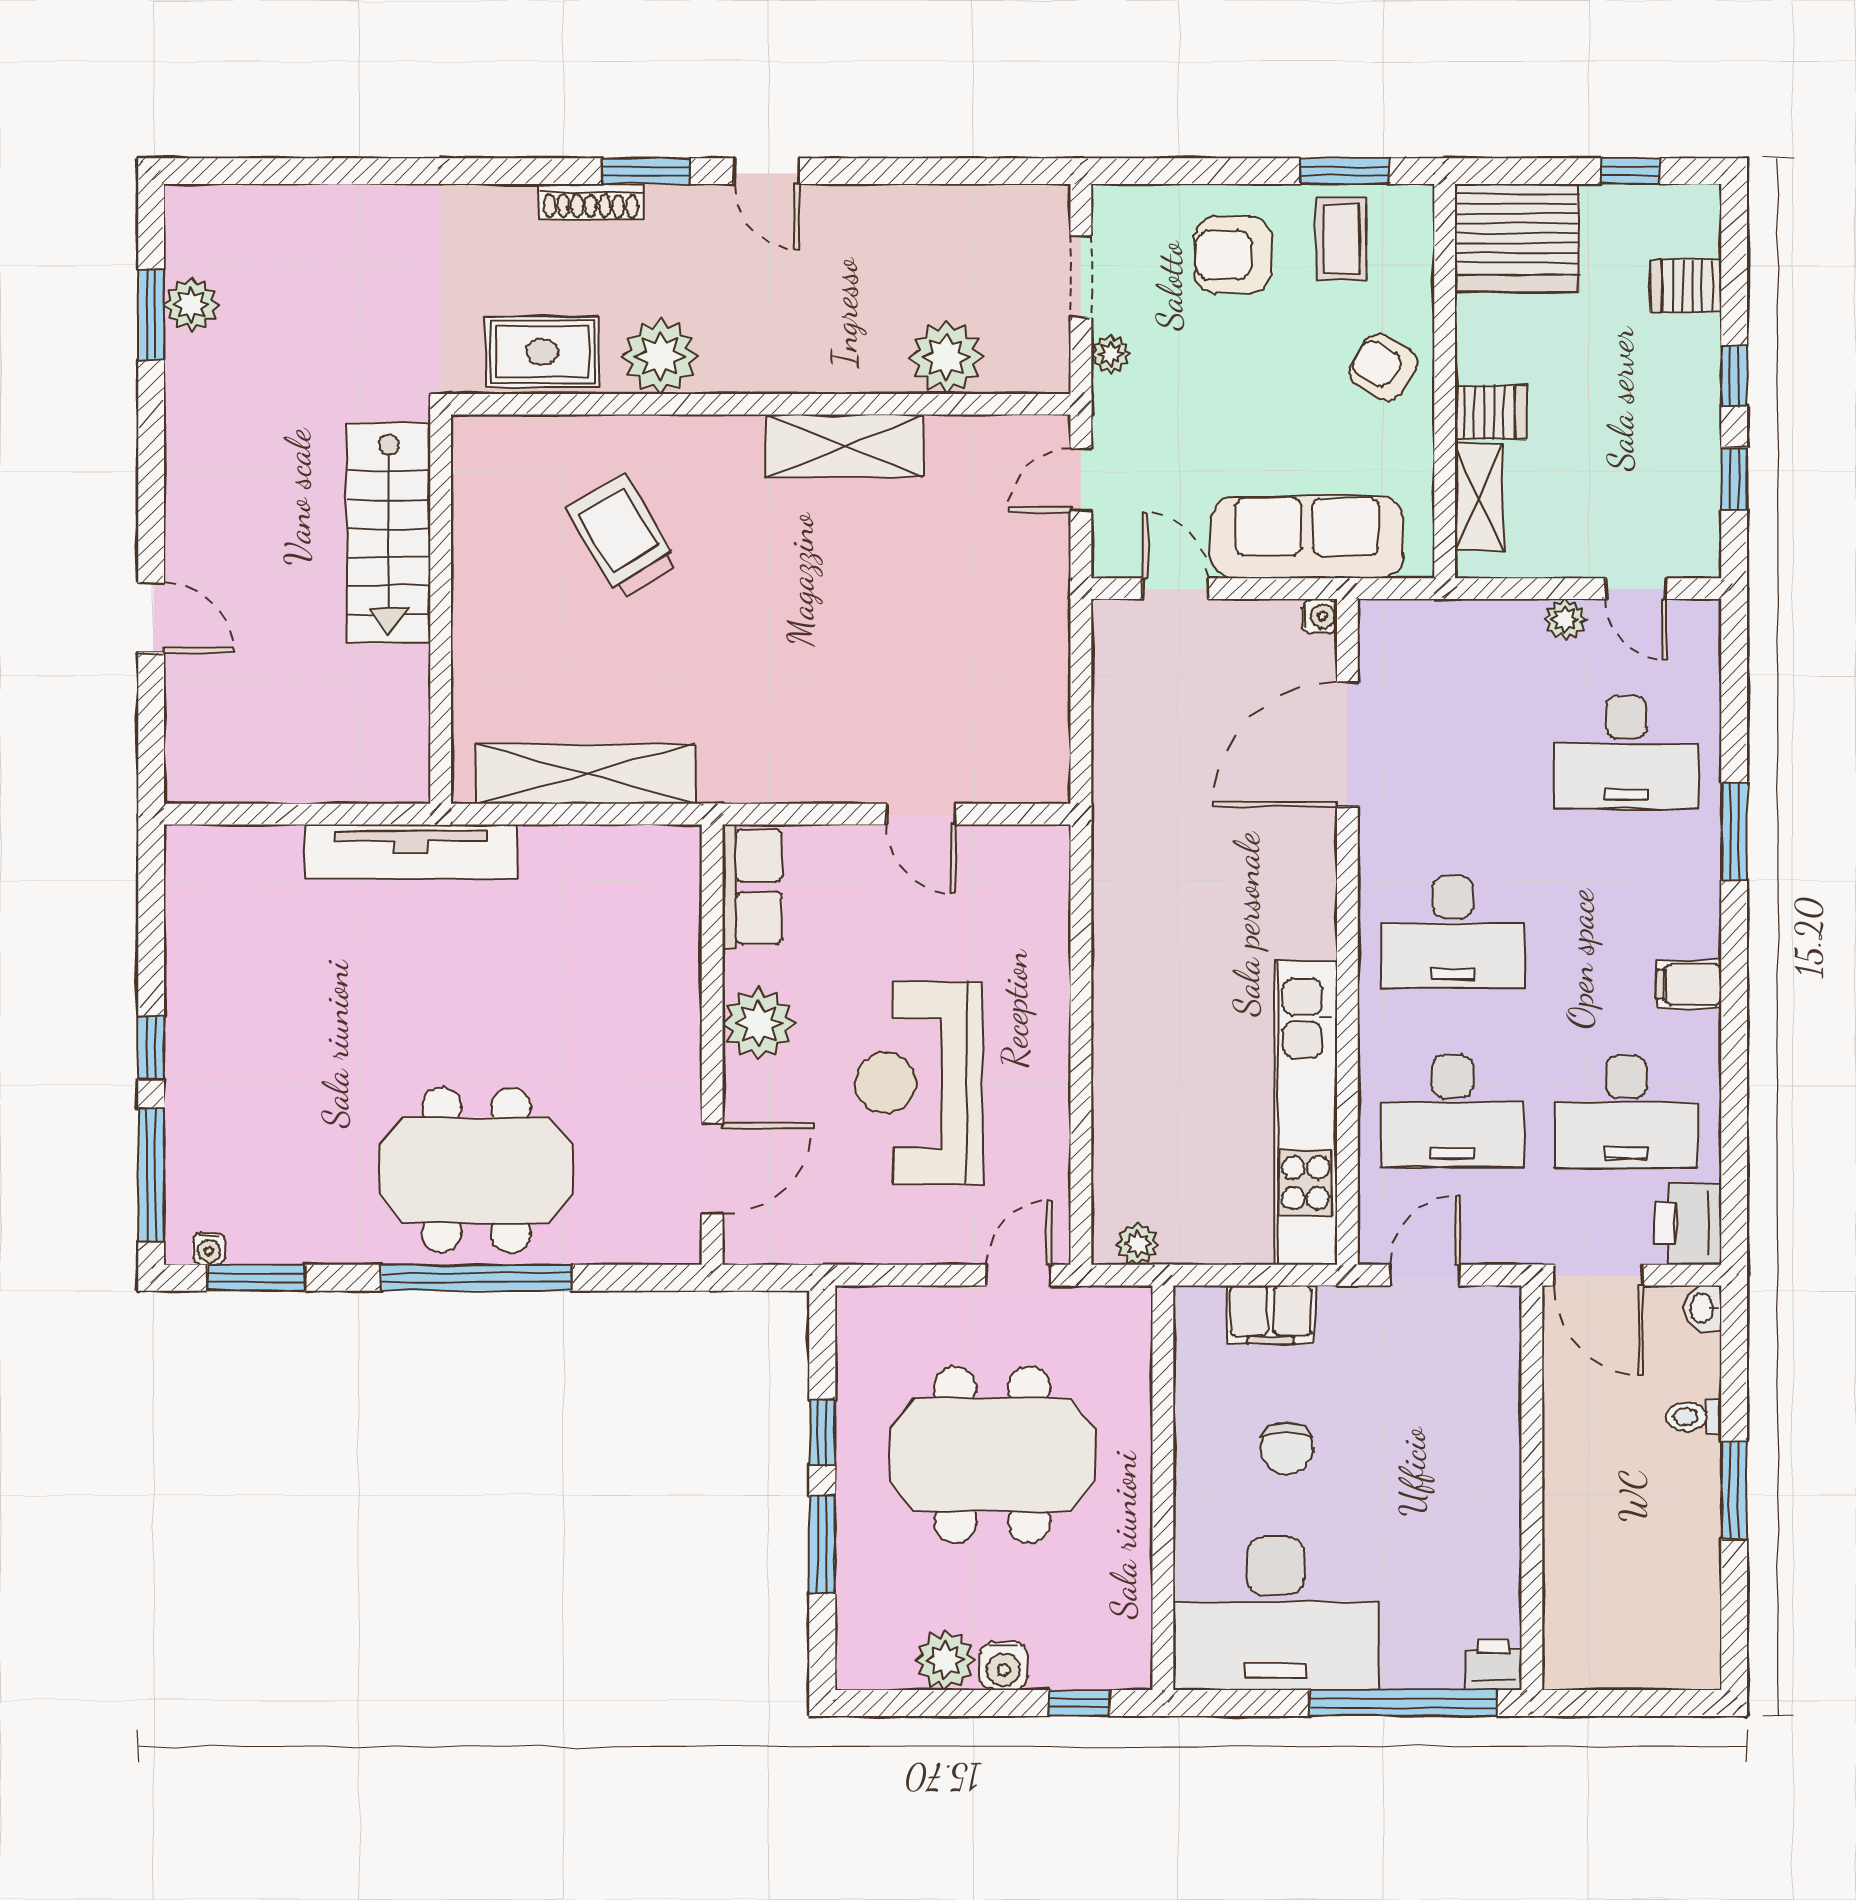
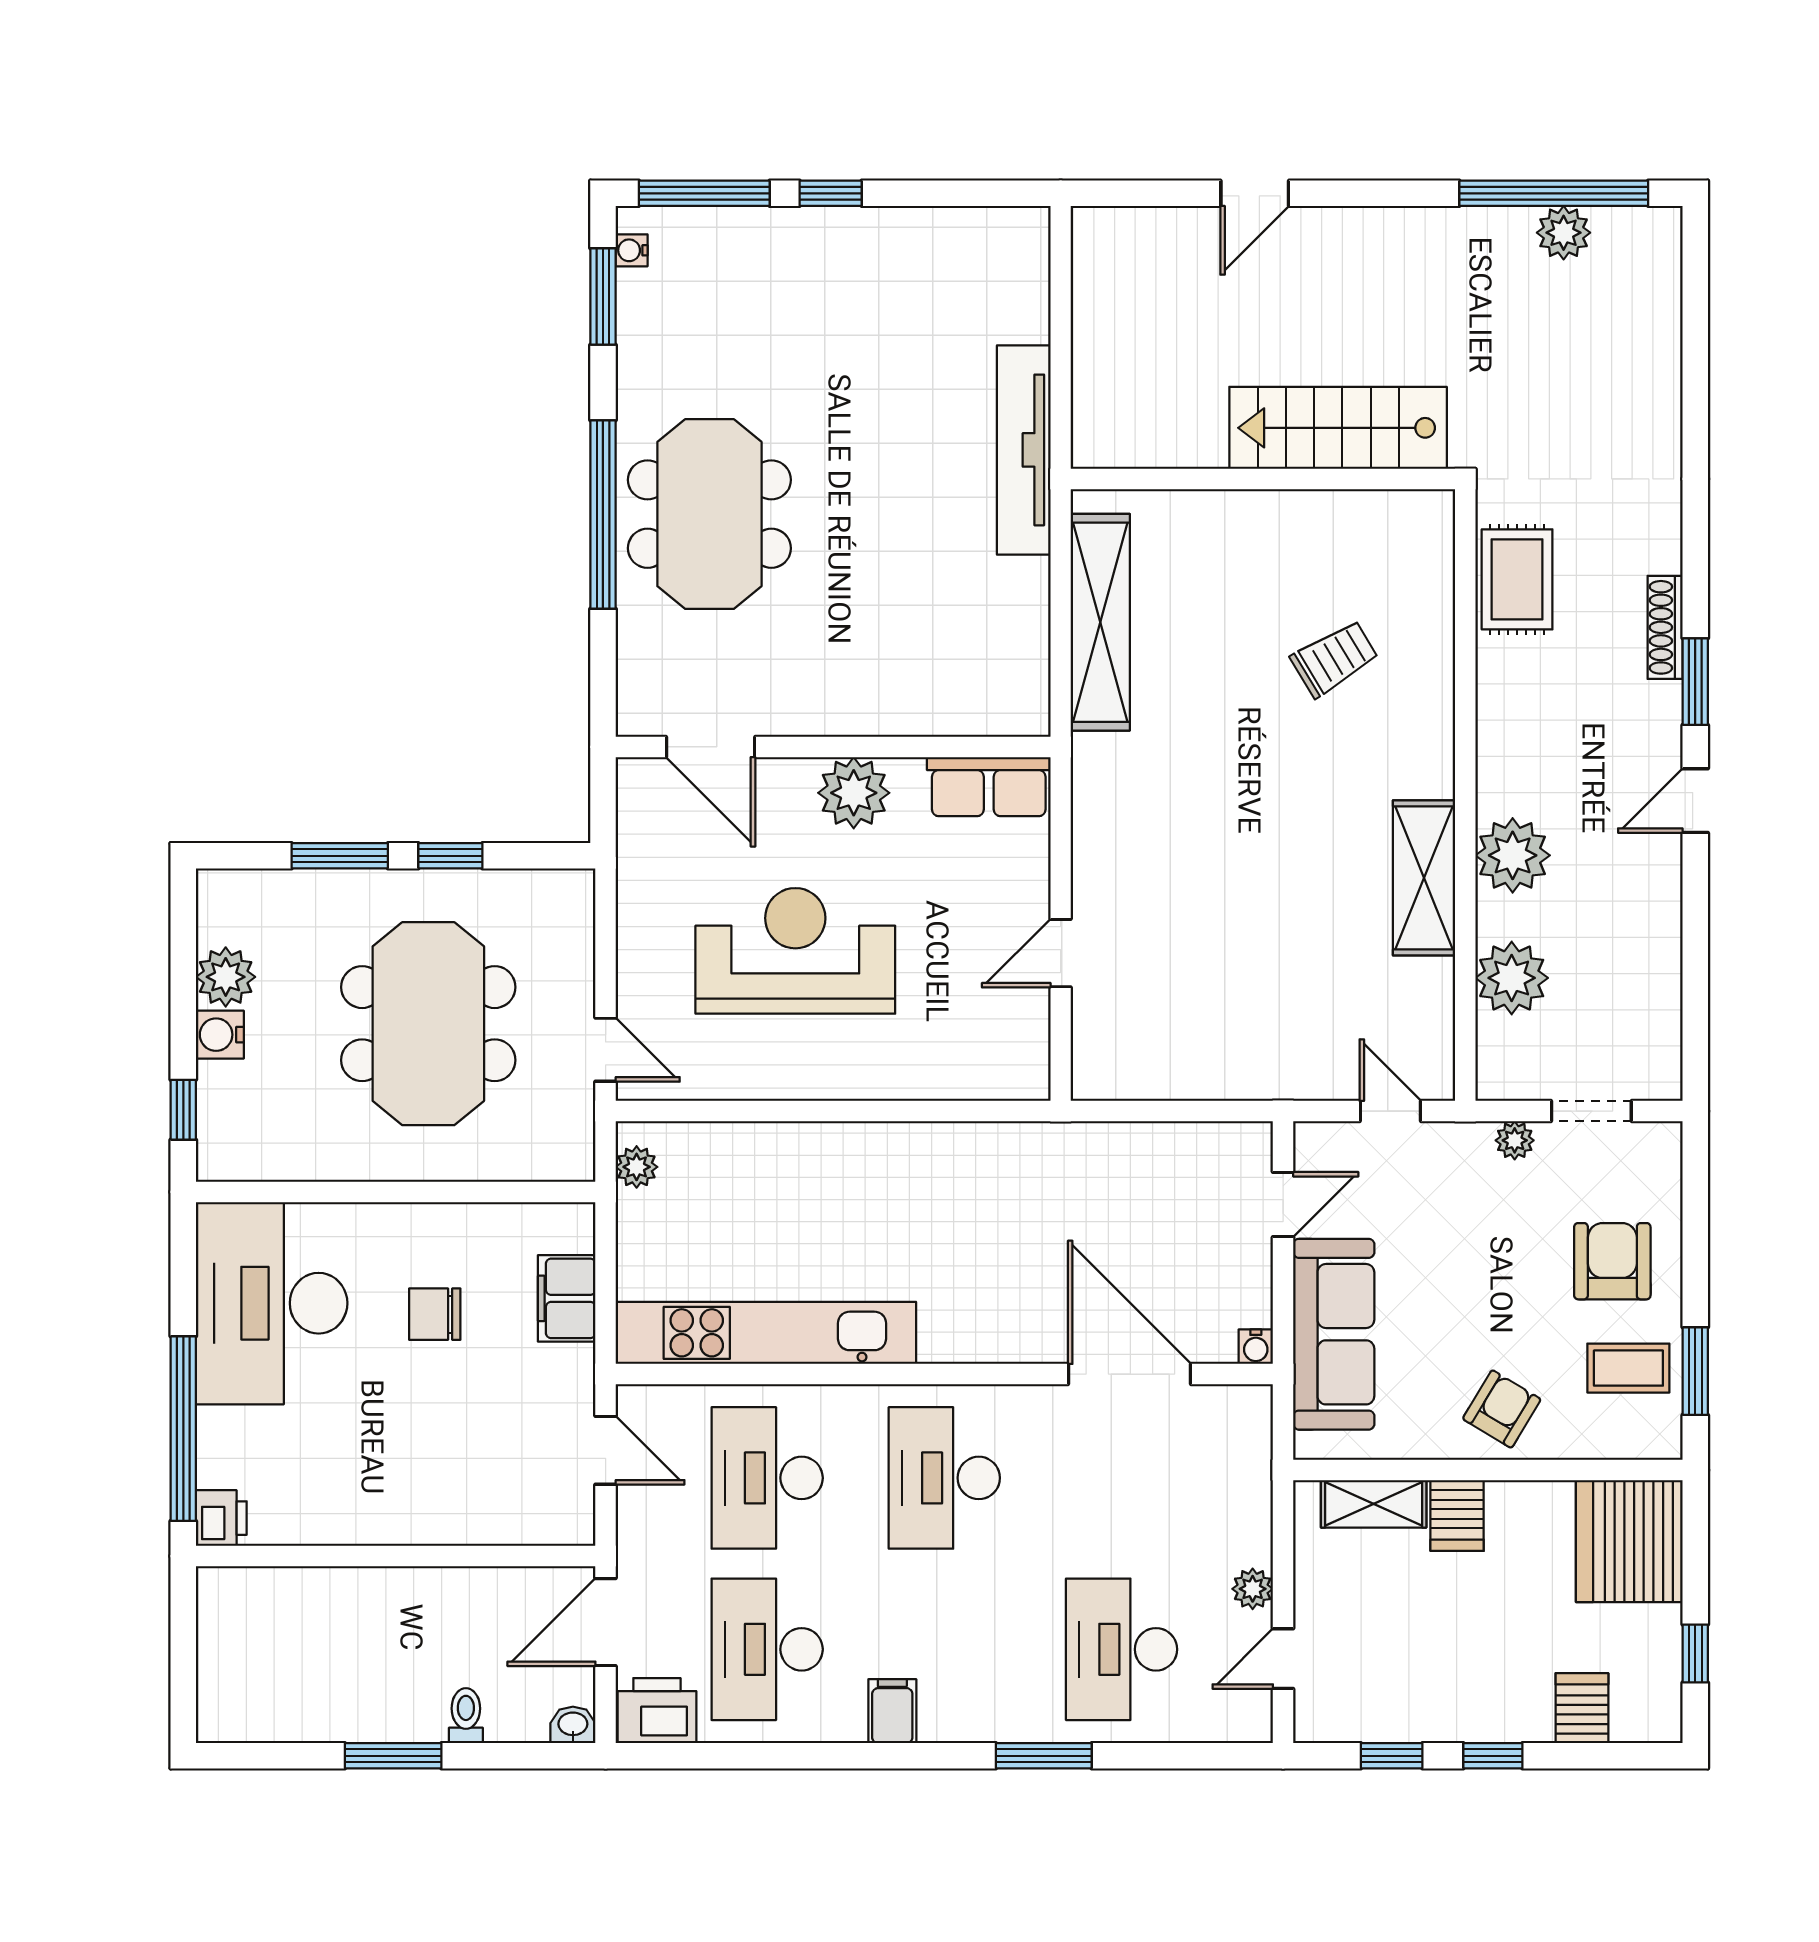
window: (151, 314) -> (1554, 193), width x2.11
plant: (660, 356) -> (1513, 855), moved
trolley: (622, 537) -> (1334, 659), width x0.73, depth x0.72

